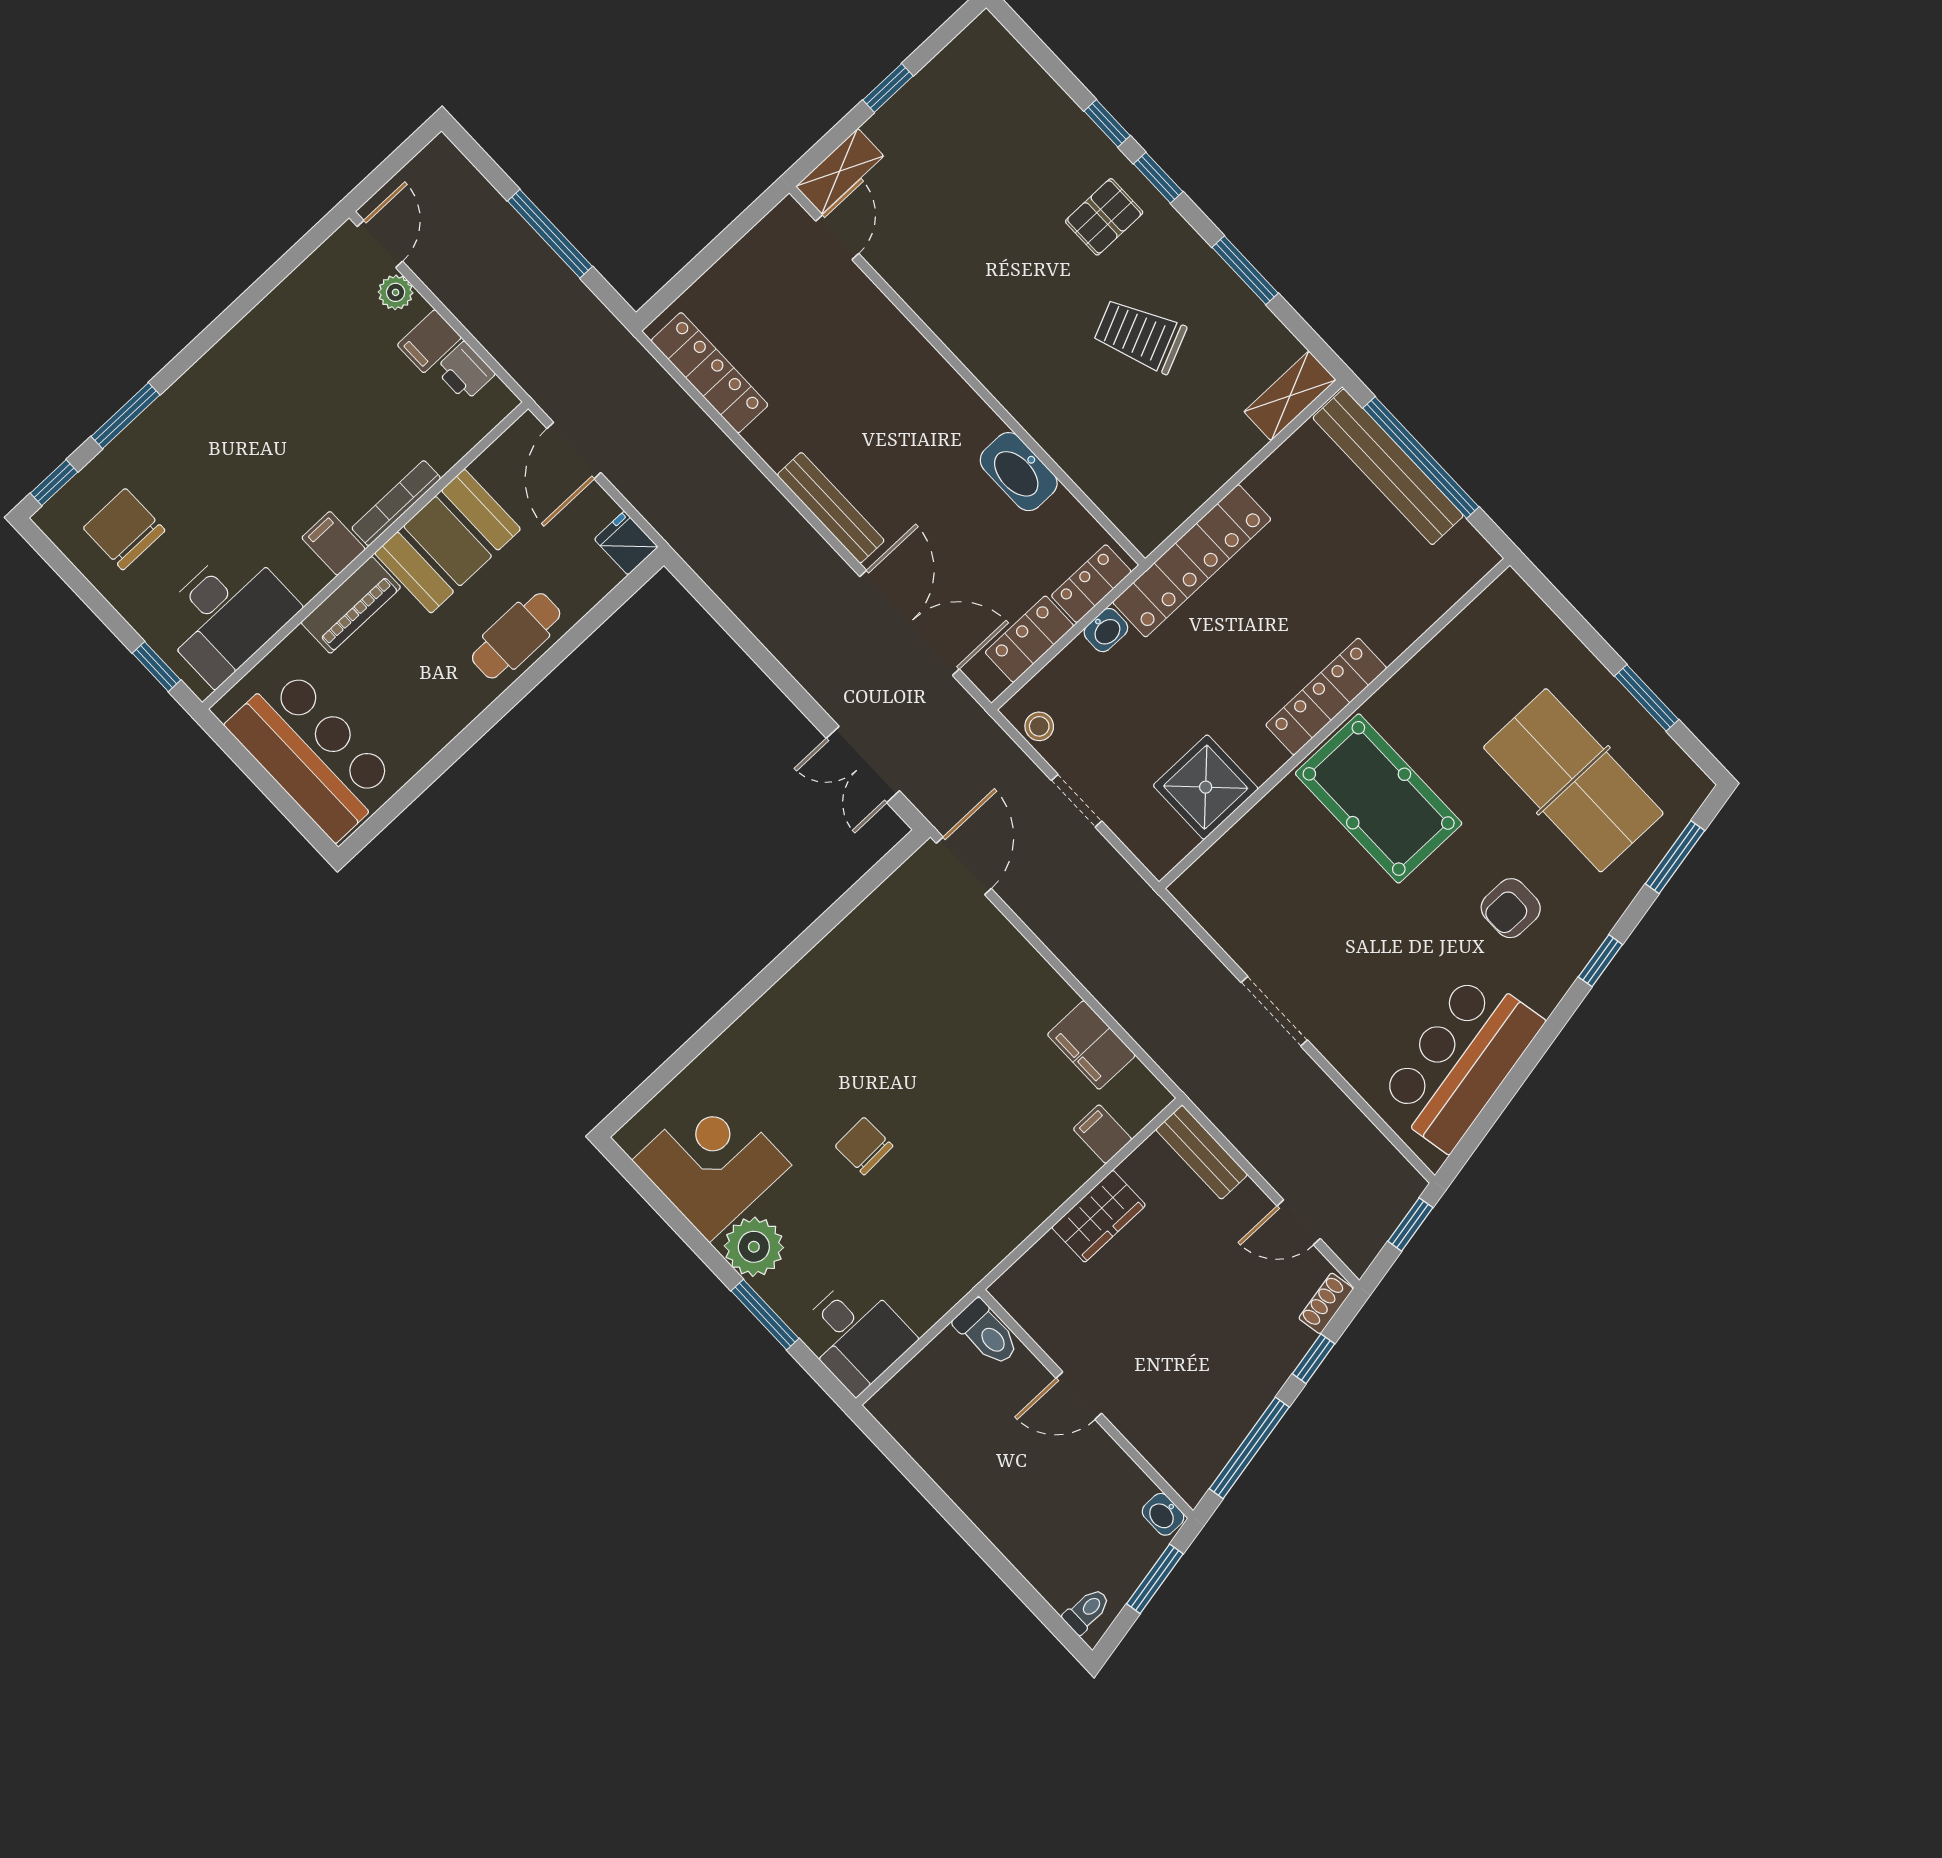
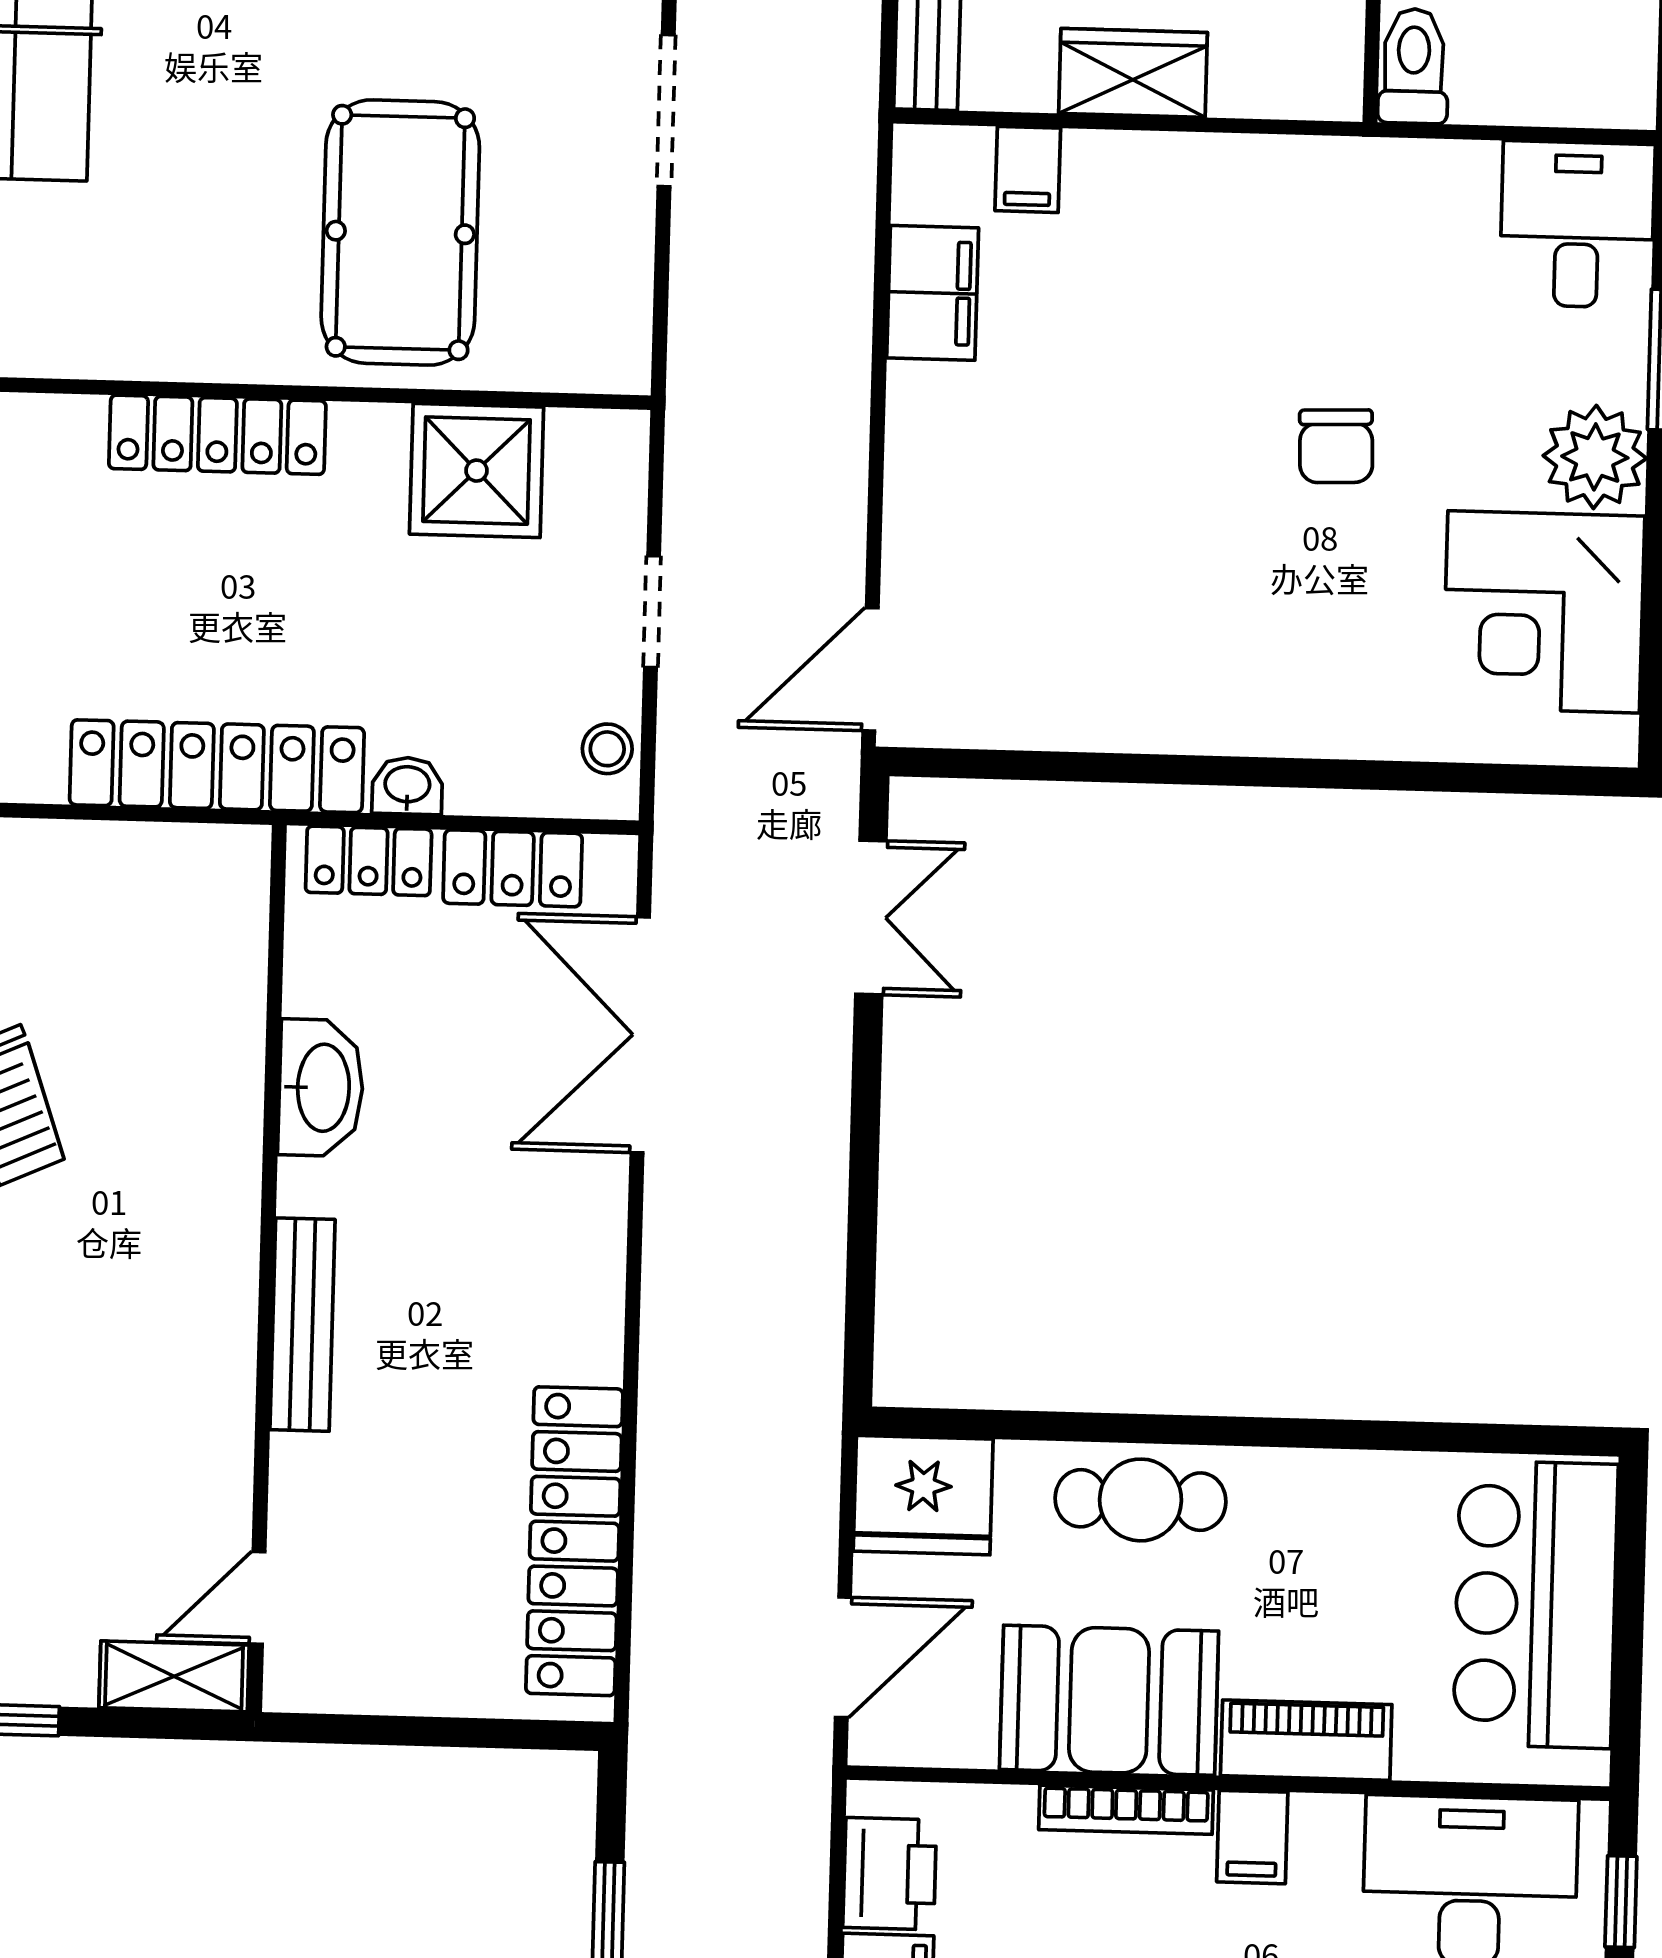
printer: (465, 371) -> (890, 1874), width x1.36, depth x1.24
locker: (710, 373) -> (574, 1541), width x1.41, depth x1.21
bench: (831, 508) -> (302, 1325), moved
fridge: (626, 543) -> (923, 1495), width x1.88, depth x1.34
pool table: (1379, 798) -> (400, 232), moved

